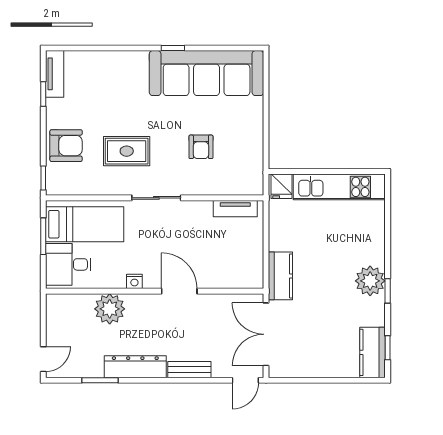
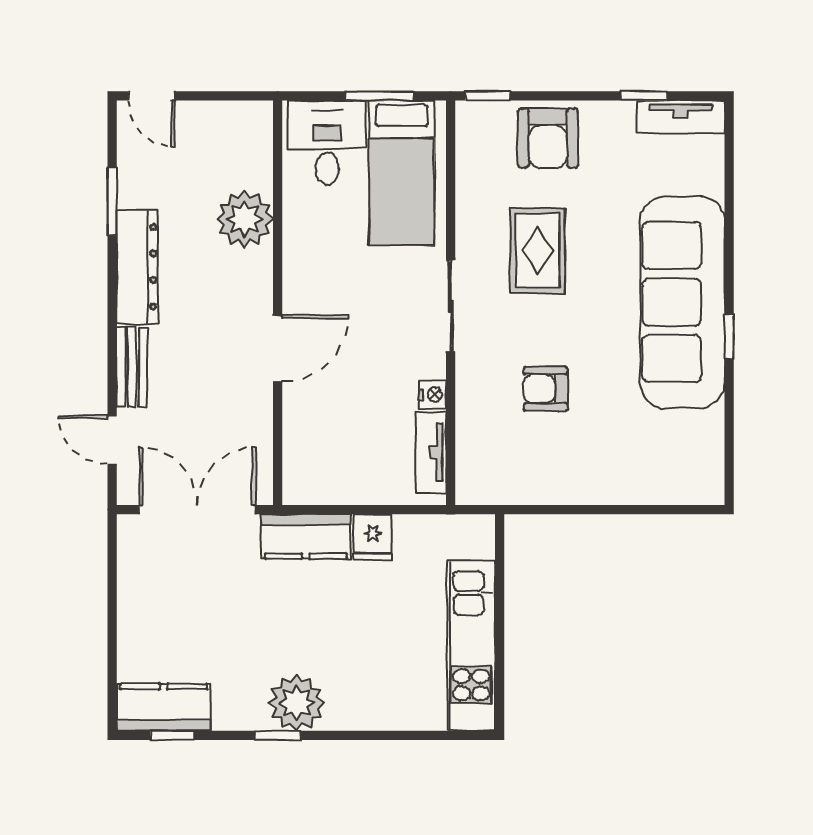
sofa: (207, 73) -> (682, 302), moved
fridge: (281, 186) -> (372, 537), moved, turned -90
nightstand: (134, 281) -> (433, 395), moved, turned 180
door: (245, 380) -> (112, 440), moved

